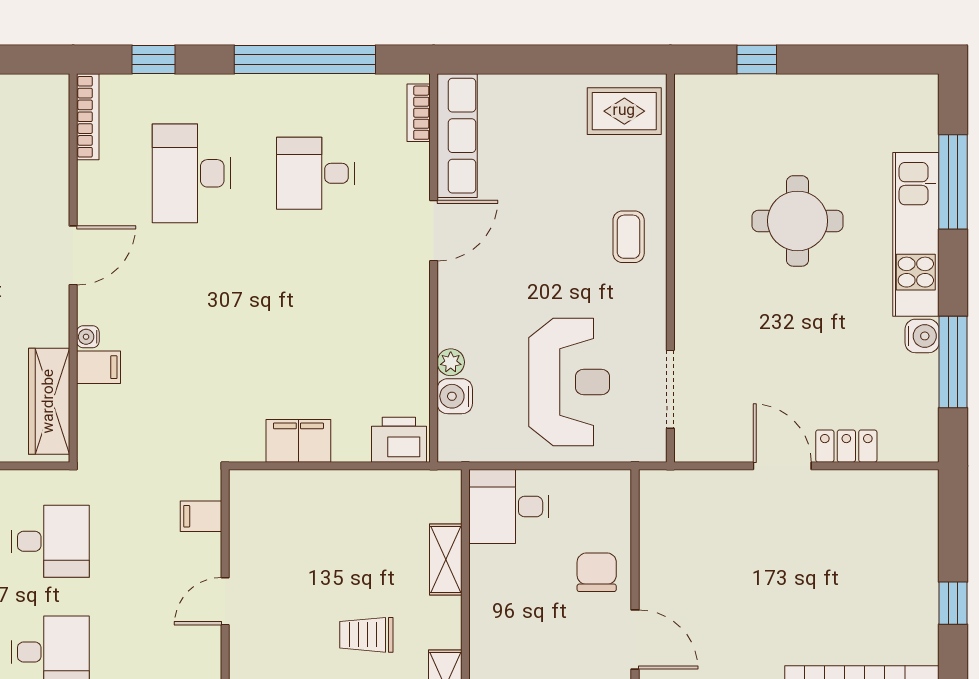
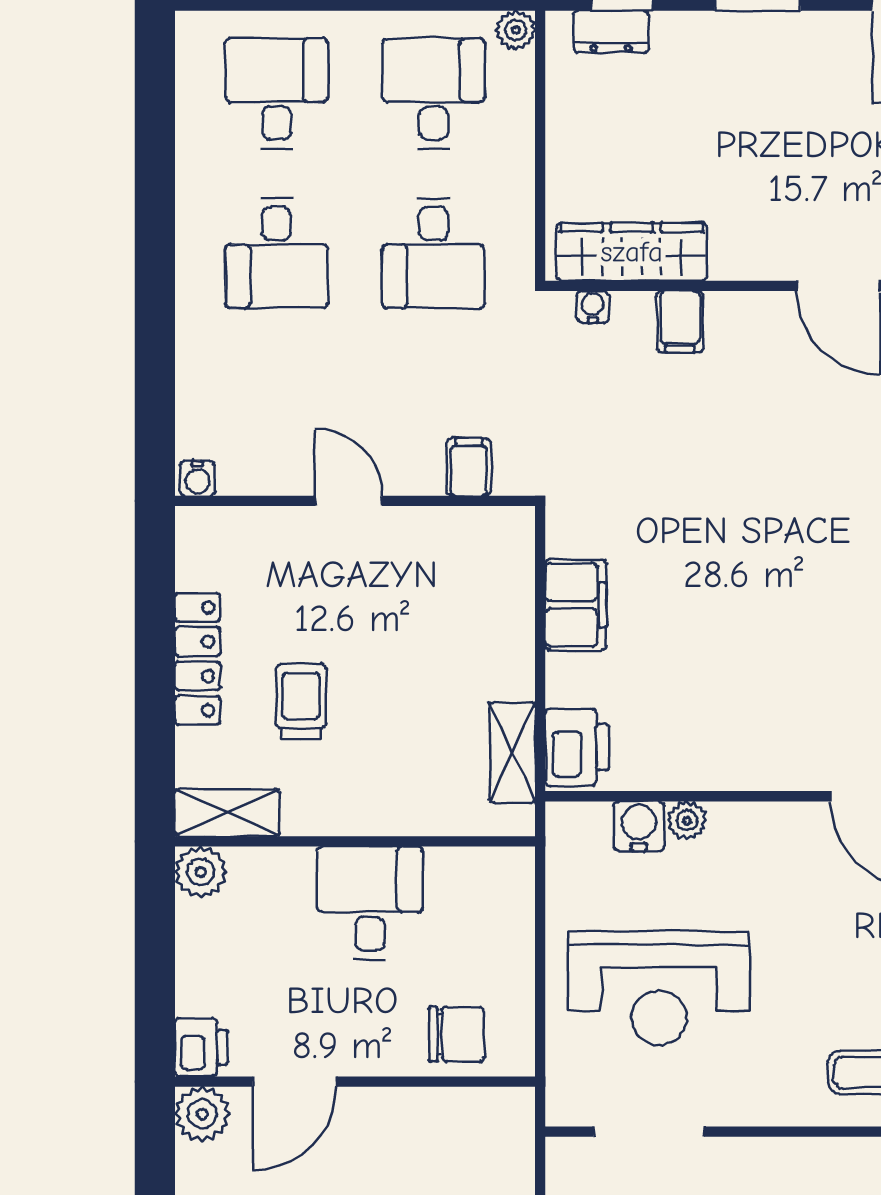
water cooler: (88, 337) -> (593, 307), moved
desk: (509, 507) -> (370, 903), moved
shelving: (446, 560) -> (512, 753), moved, turned 90
chair: (597, 572) -> (457, 1034), moved

